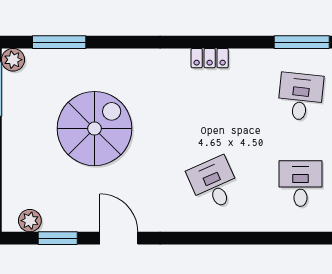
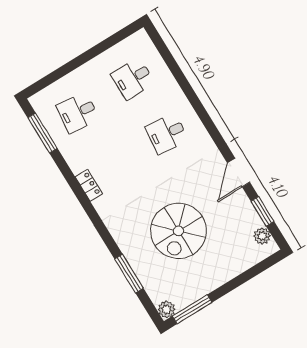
window: (59, 42) -> (129, 274), moved
spiral stairs: (94, 129) -> (178, 231), turned -90
desk: (214, 184) -> (167, 134), turned 30

